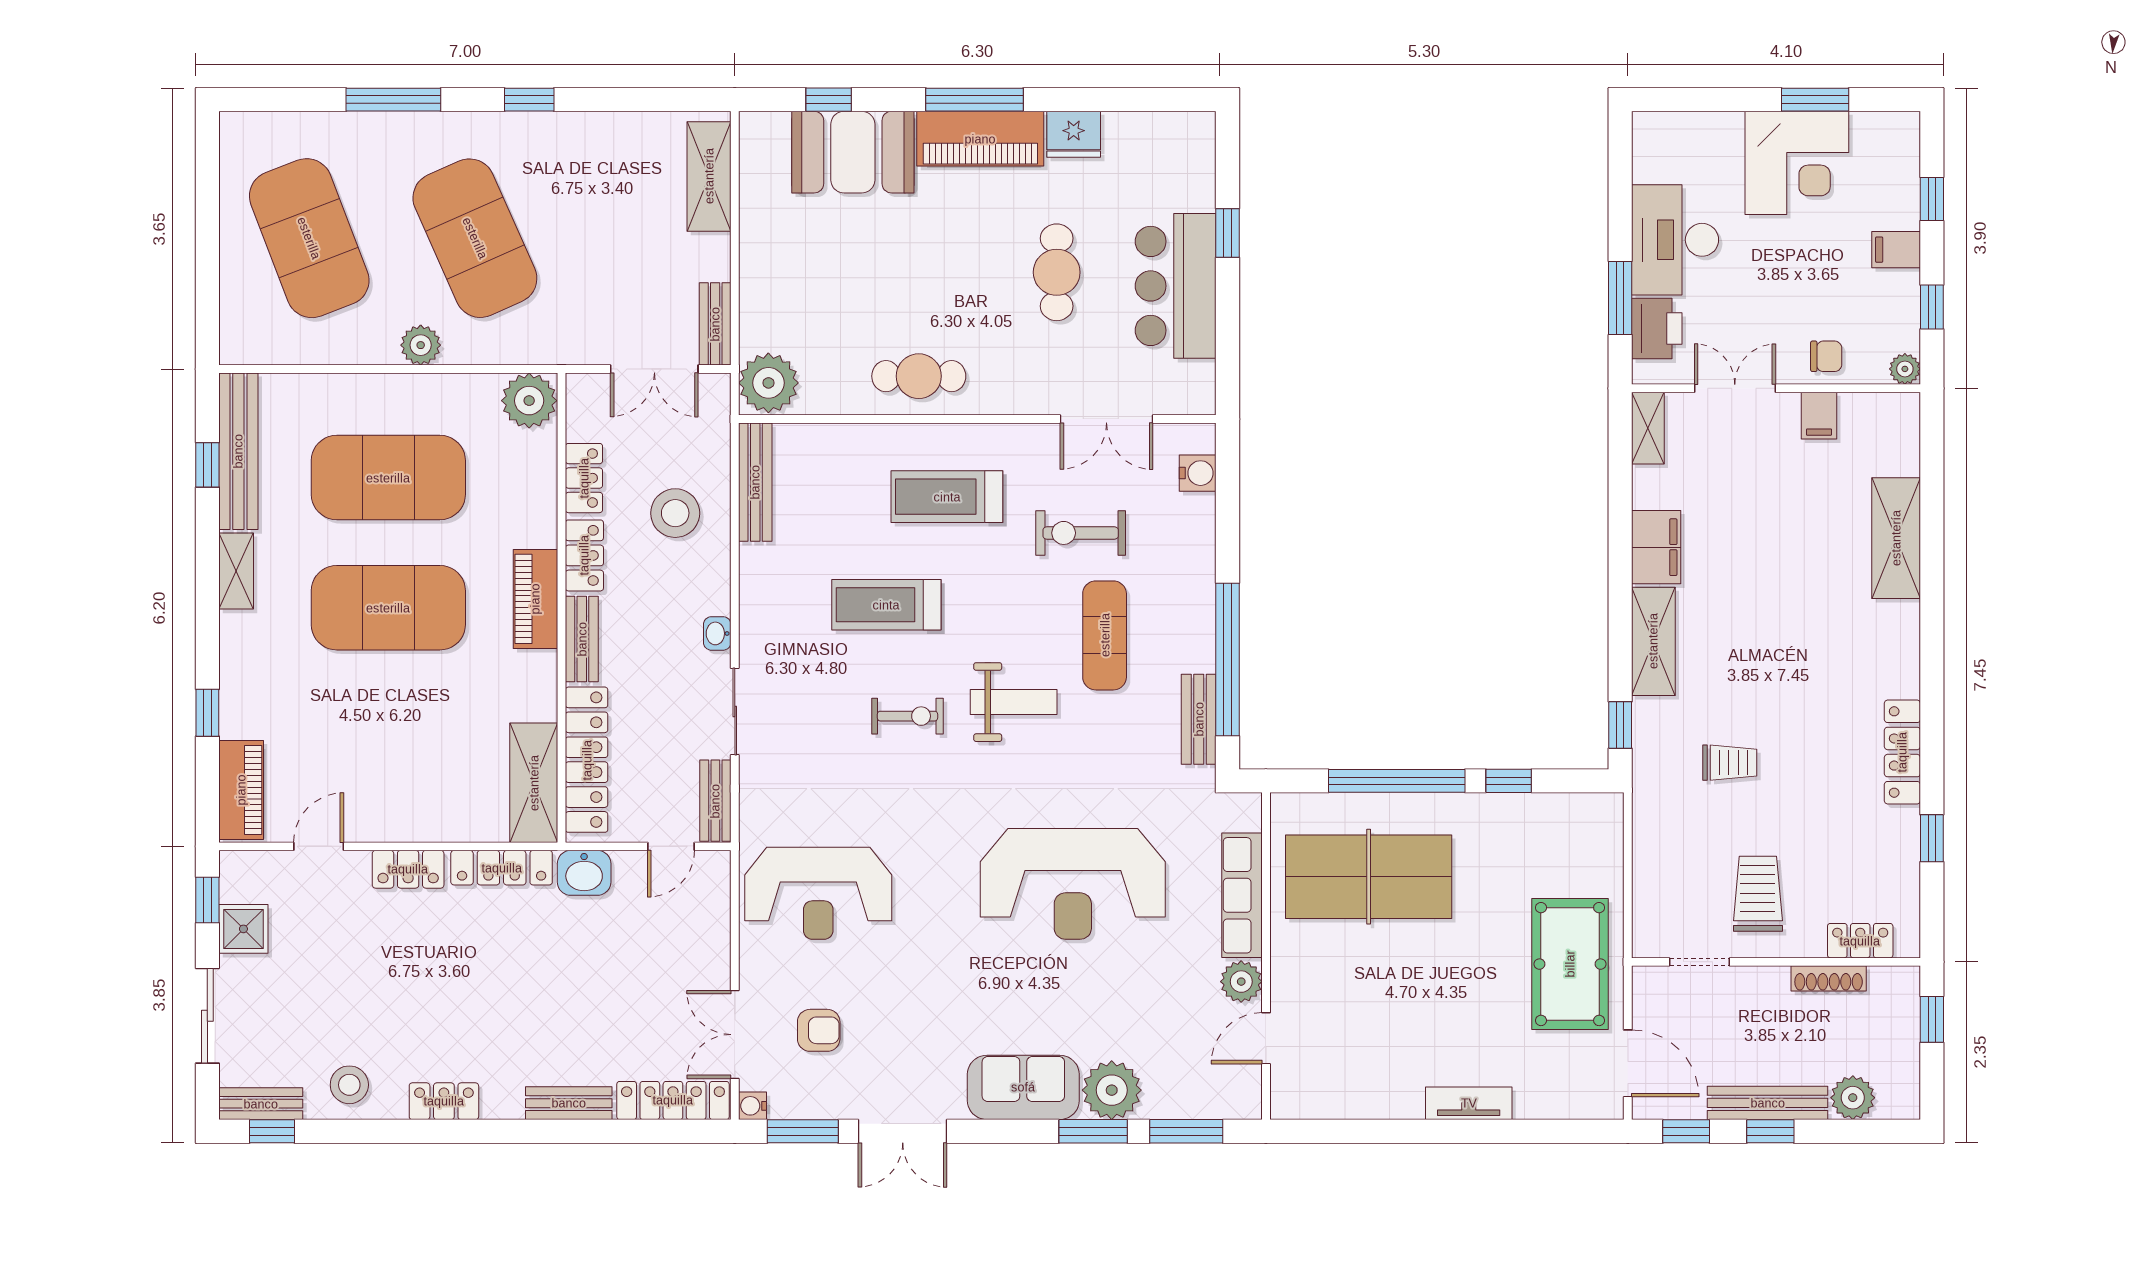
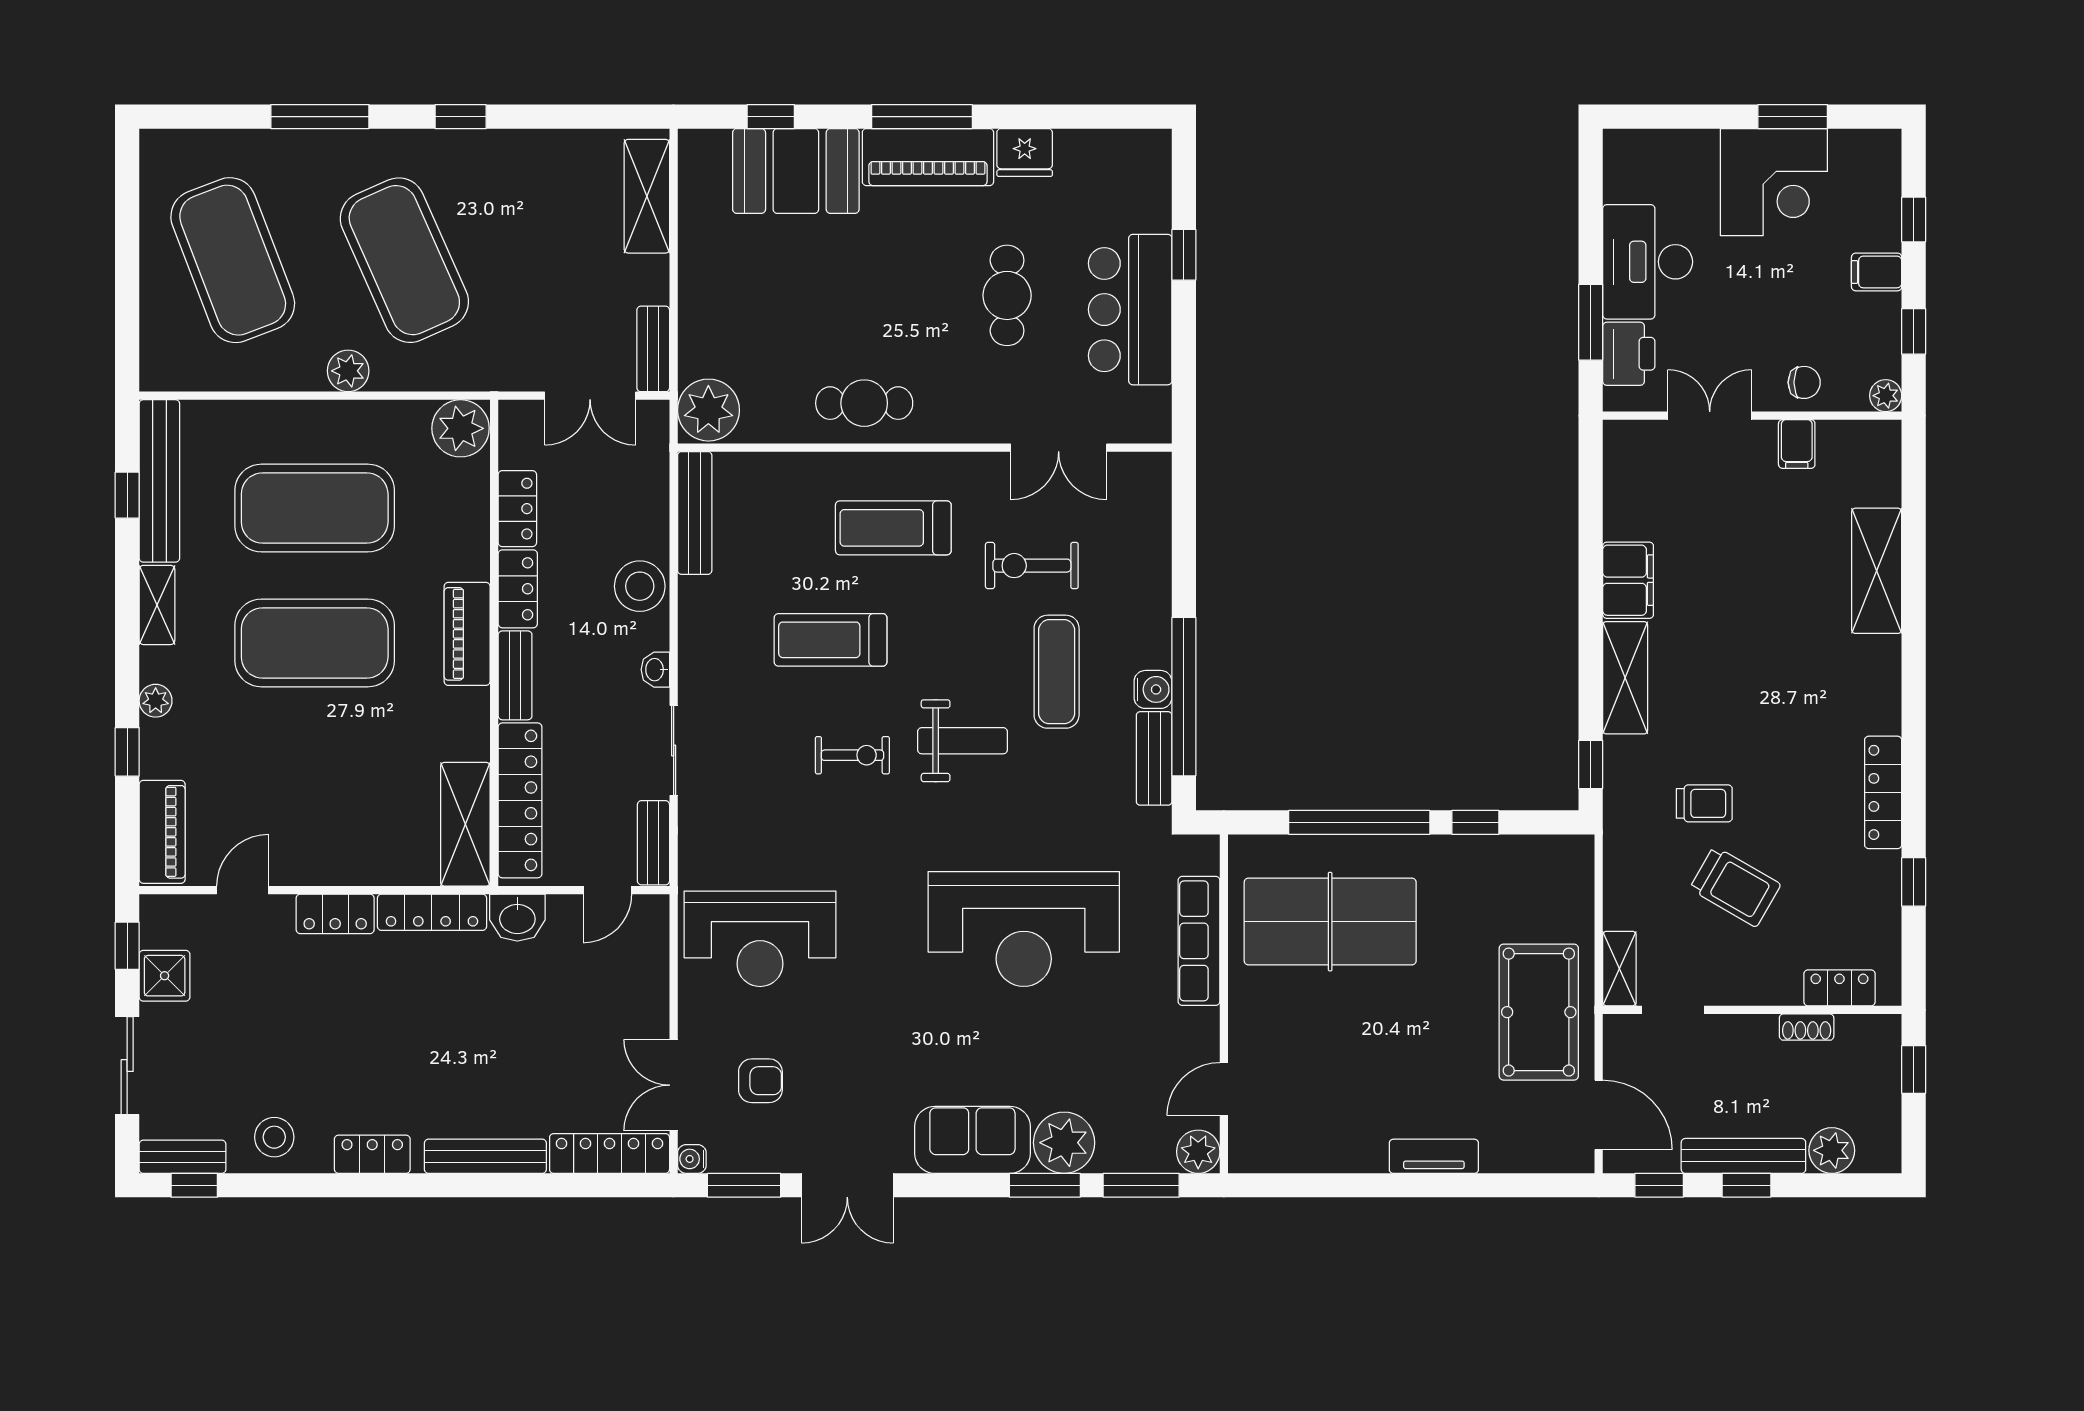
shelving: (1648, 428) -> (1619, 969), moved
water cooler: (1198, 473) -> (1153, 689), moved
stool: (675, 513) -> (640, 586), moved
plant: (235, 663) -> (156, 701), added
trolley: (1758, 894) -> (1735, 887), moved, turned 120
shoe rack: (1829, 978) -> (1807, 1027), width x0.70
plant: (1241, 982) -> (1198, 1152), moved
bench: (569, 1103) -> (485, 1156), width x1.36

